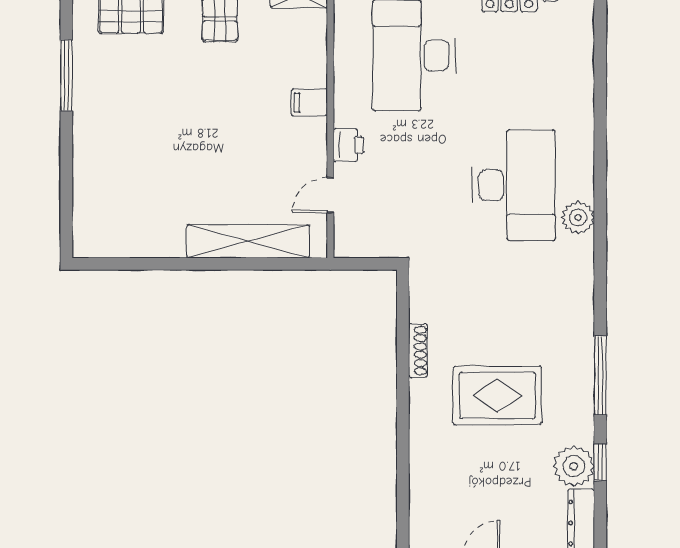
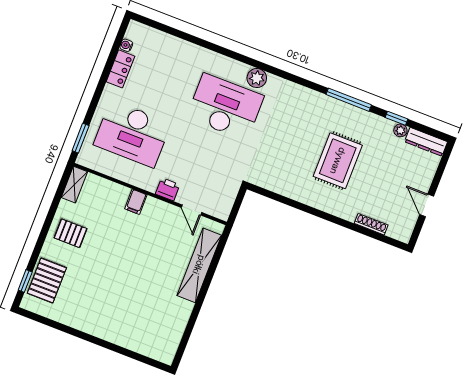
window: (66, 75) -> (69, 330), removed
shoe rack: (418, 351) -> (371, 224), moved
plant: (574, 466) -> (400, 130), width x0.53, depth x0.53

